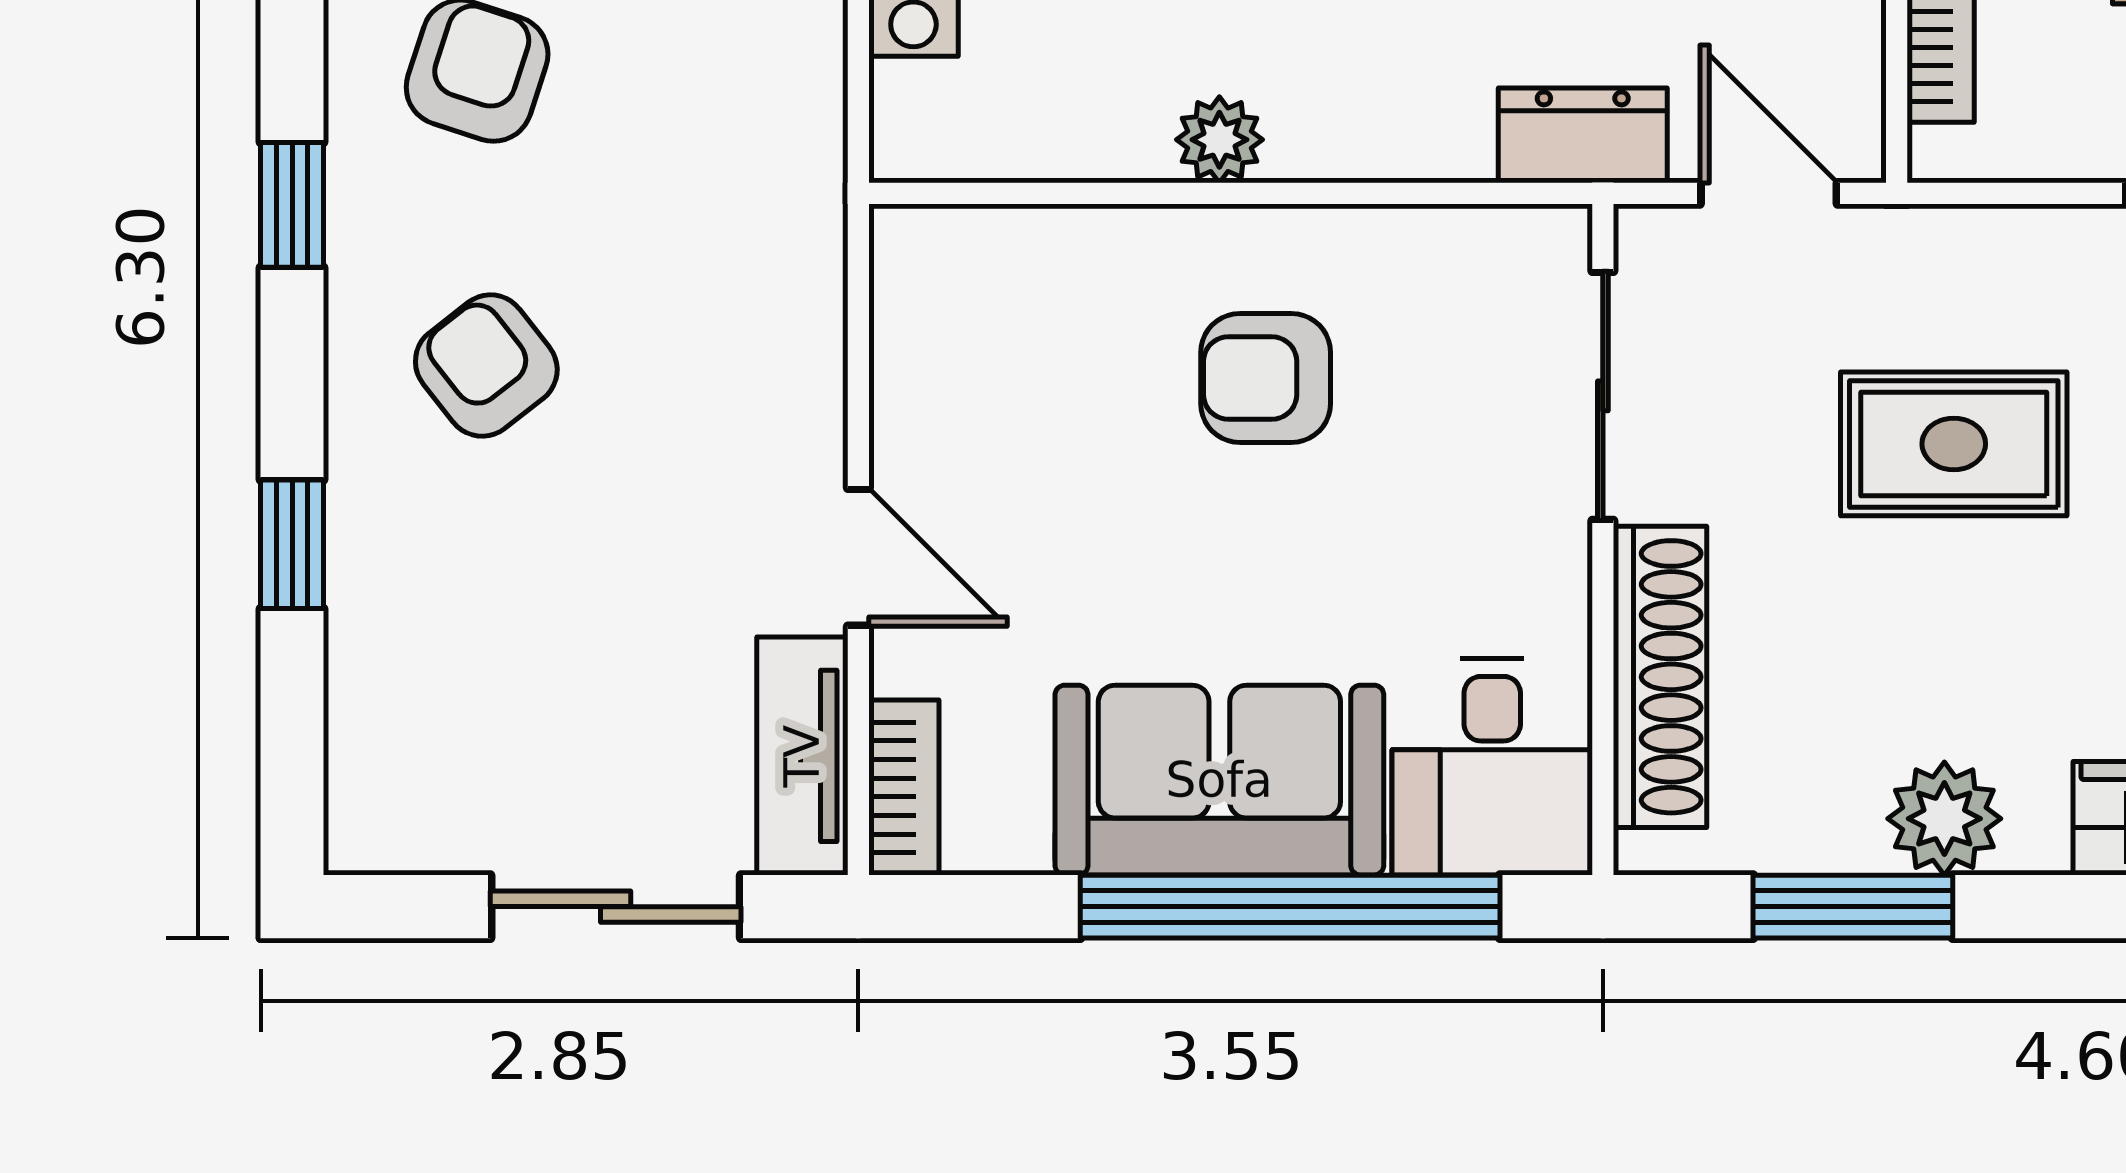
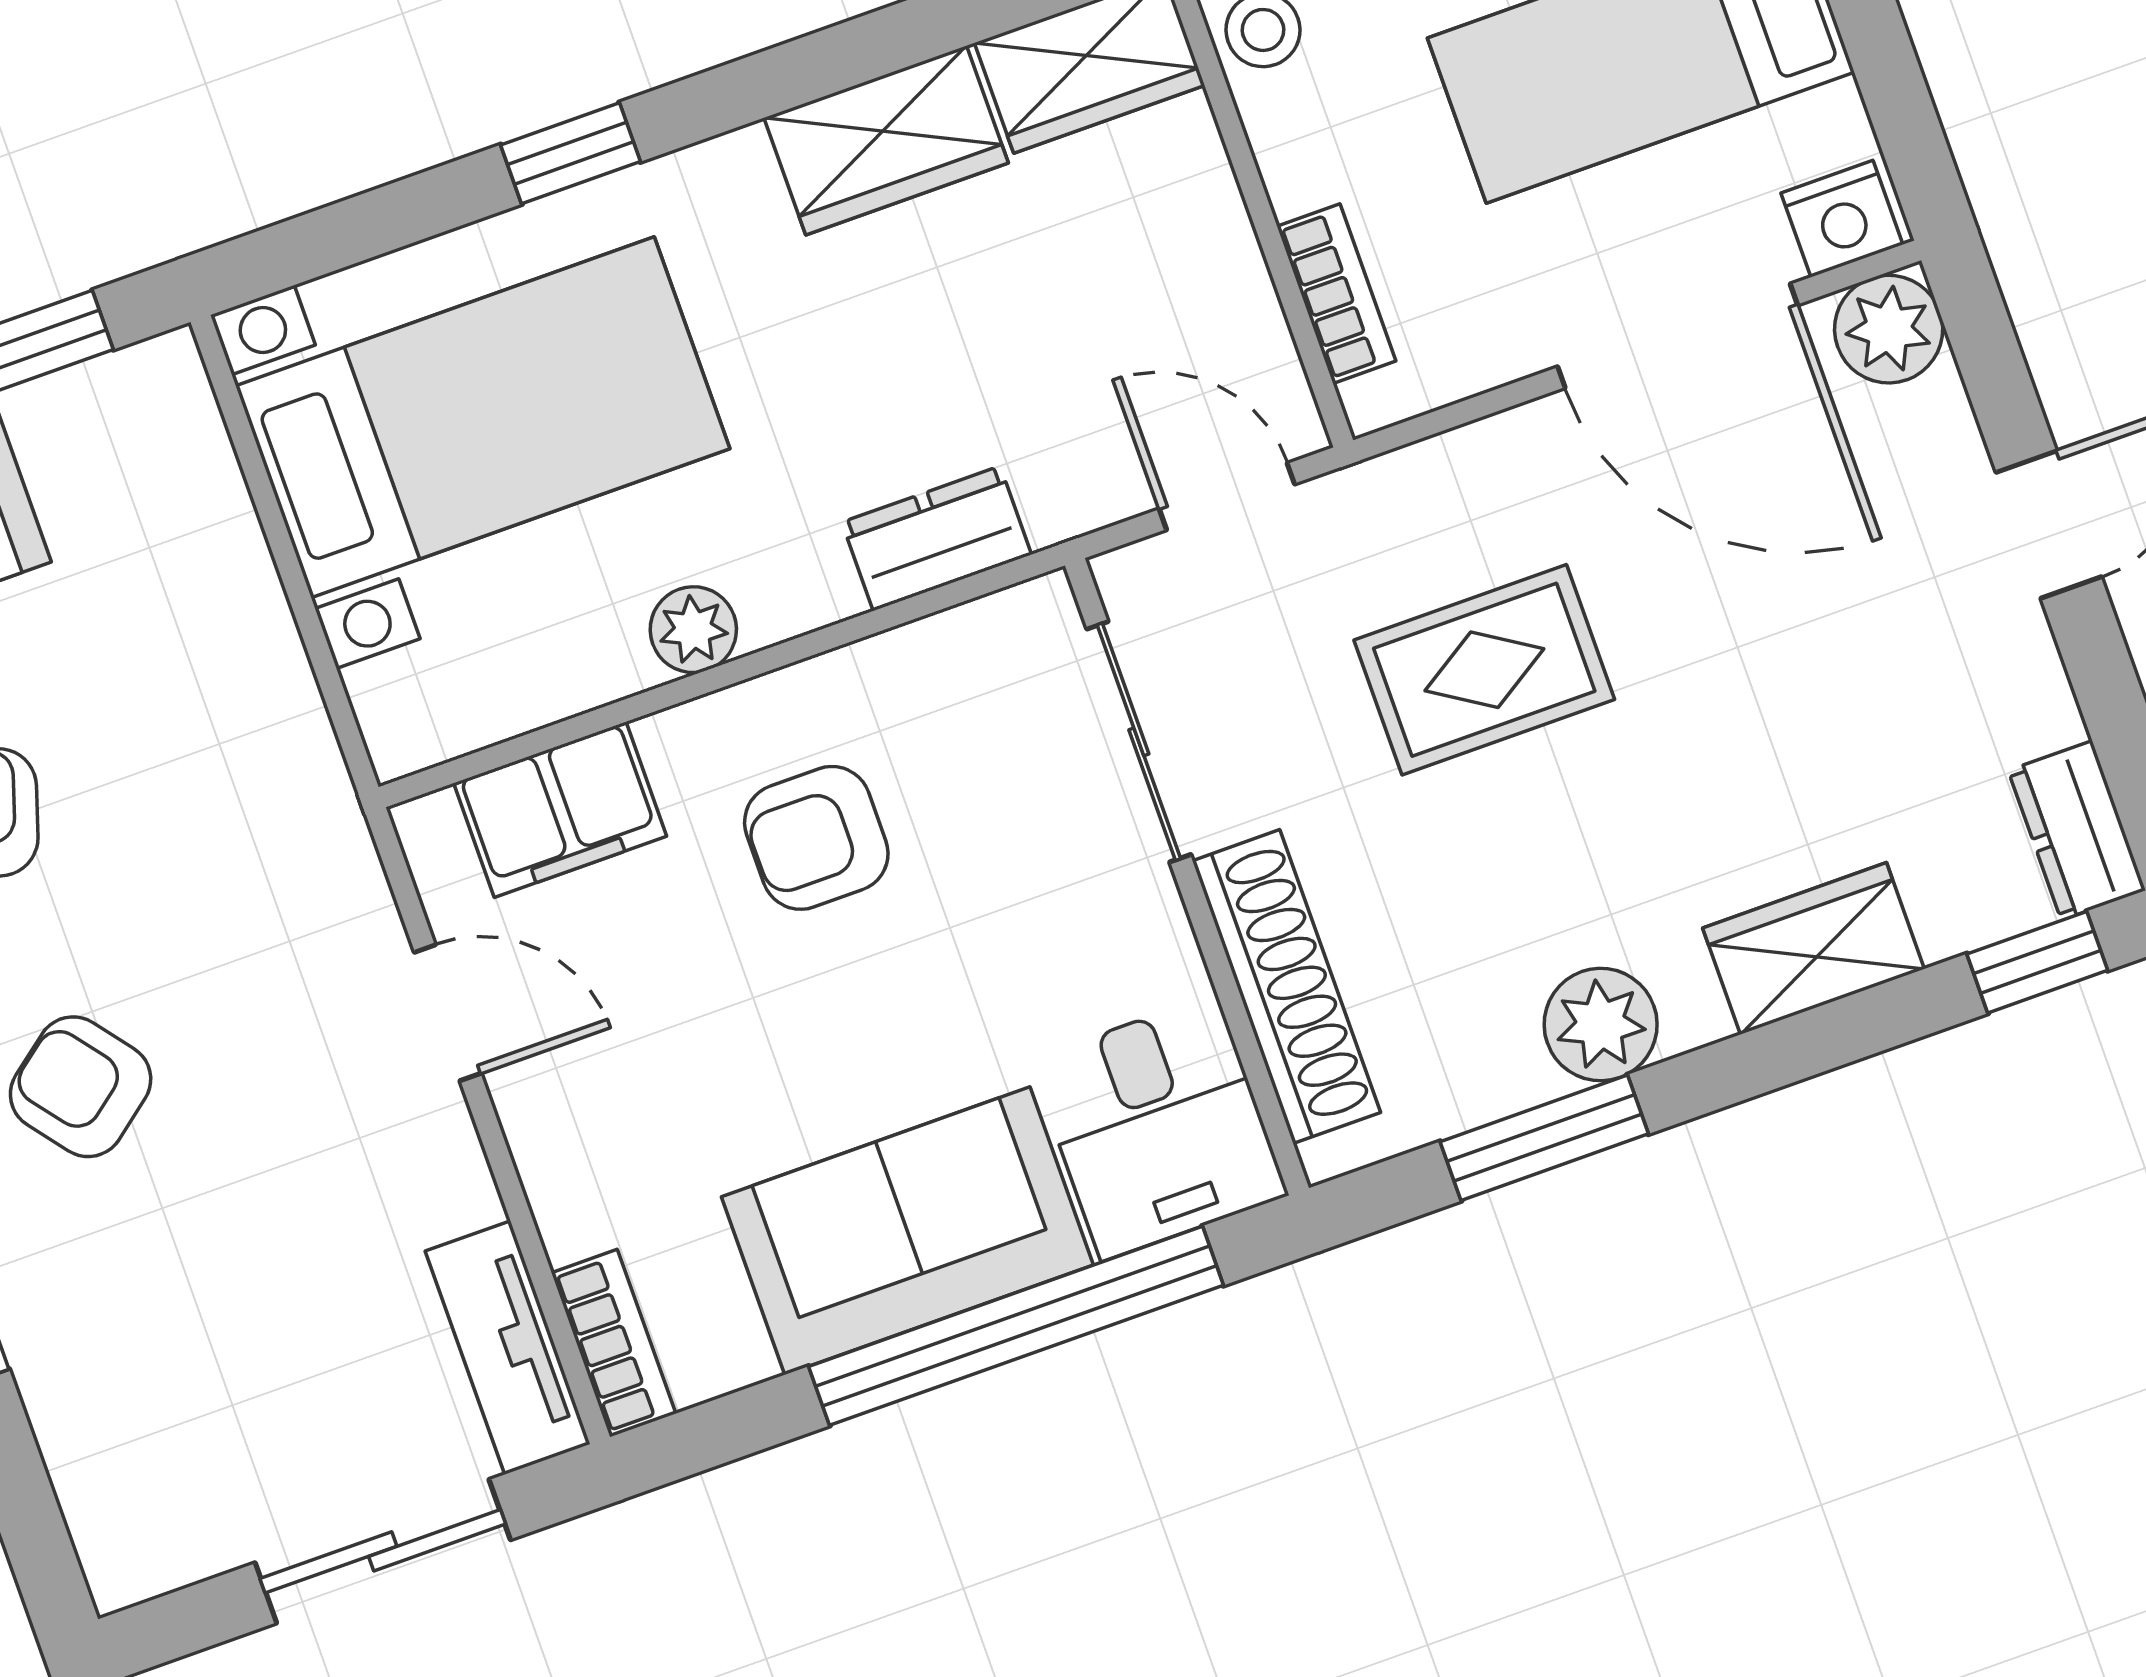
dresser: (1583, 135) -> (937, 538), moved
filing cabinet: (1033, 265) -> (560, 810), added
door: (858, 557) -> (448, 1013), moved

